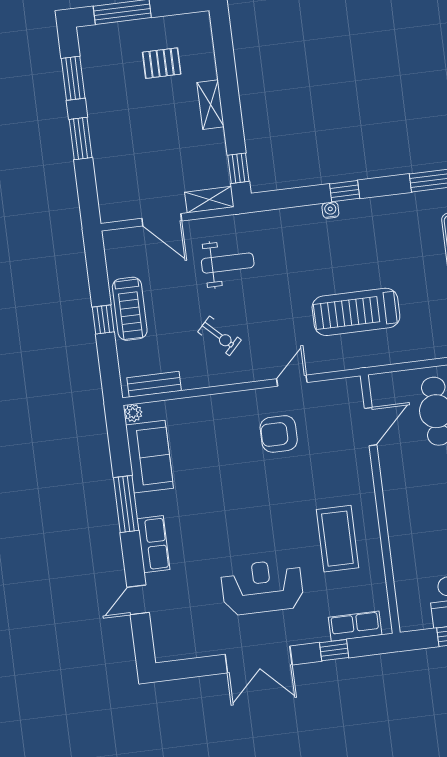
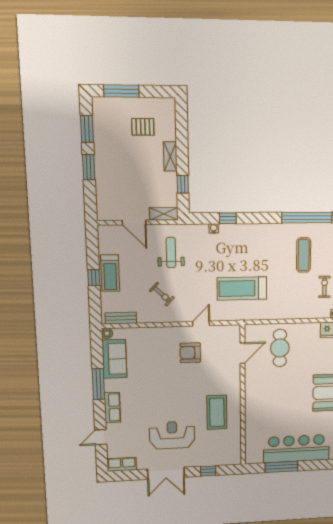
window: (238, 168) -> (183, 184), moved
window: (345, 191) -> (228, 218), moved
water cooler: (330, 210) -> (214, 228), moved
weight bench: (228, 263) -> (171, 252), turned -90
row of seats: (355, 626) -> (122, 464), moved

